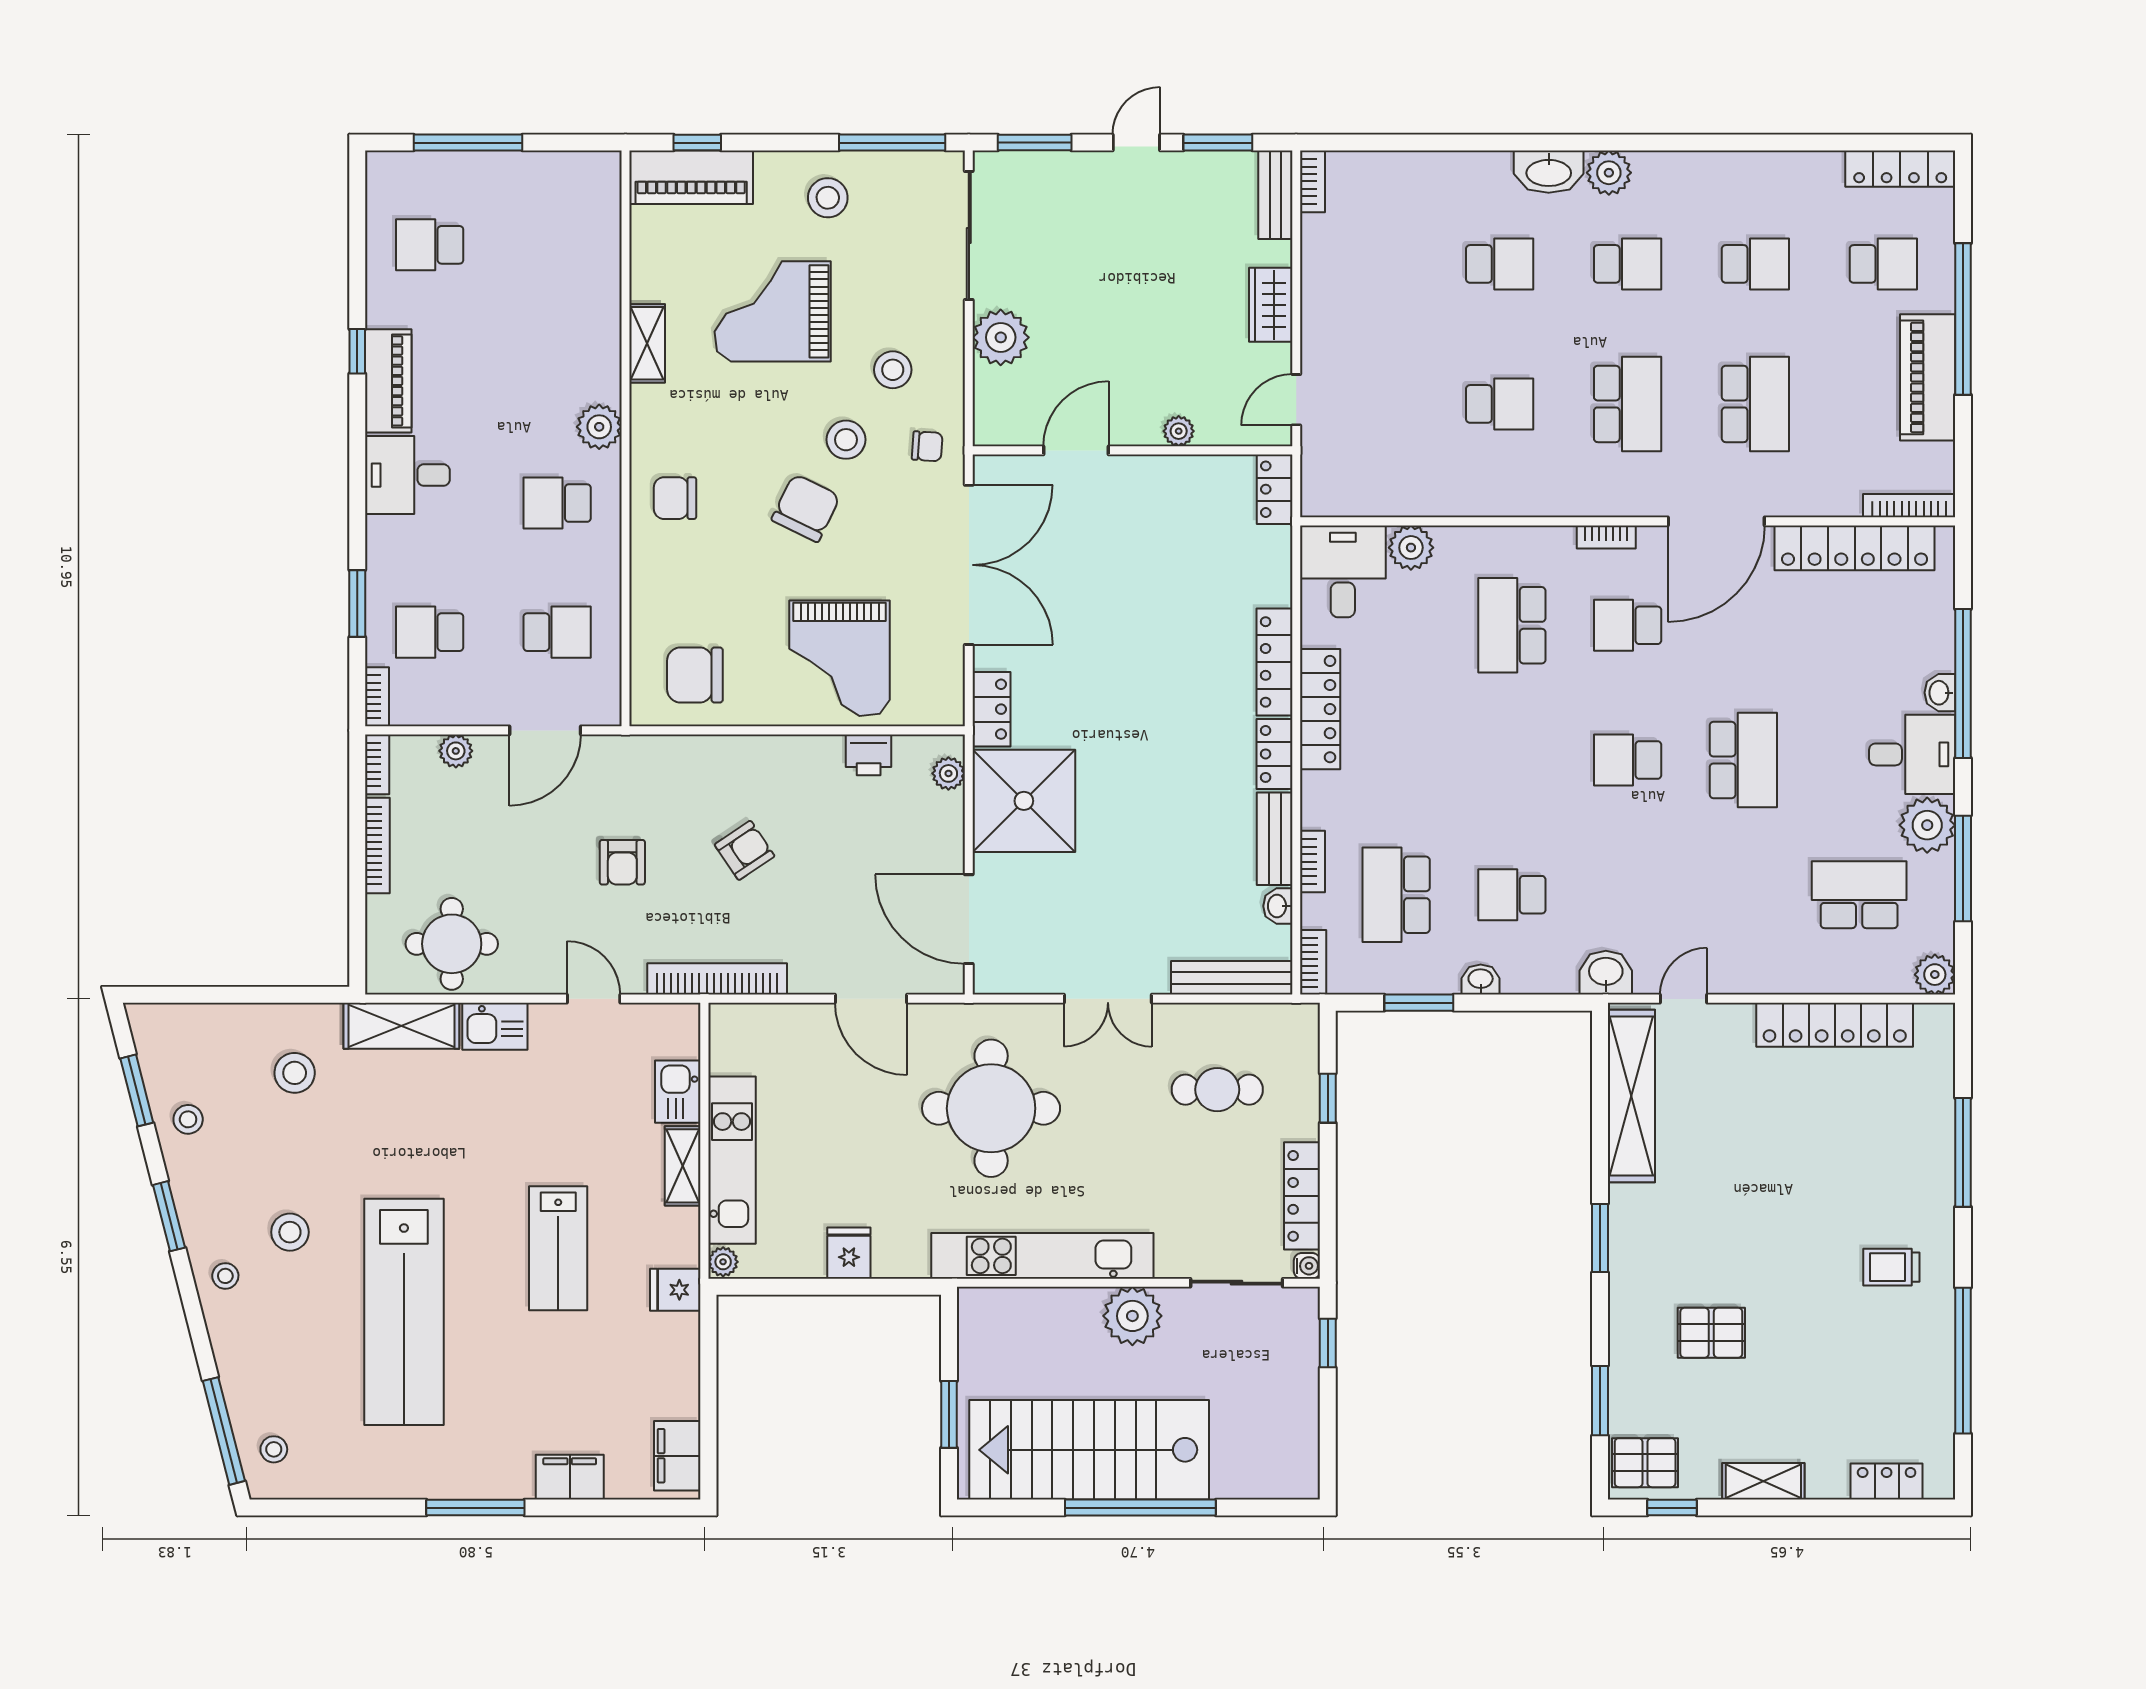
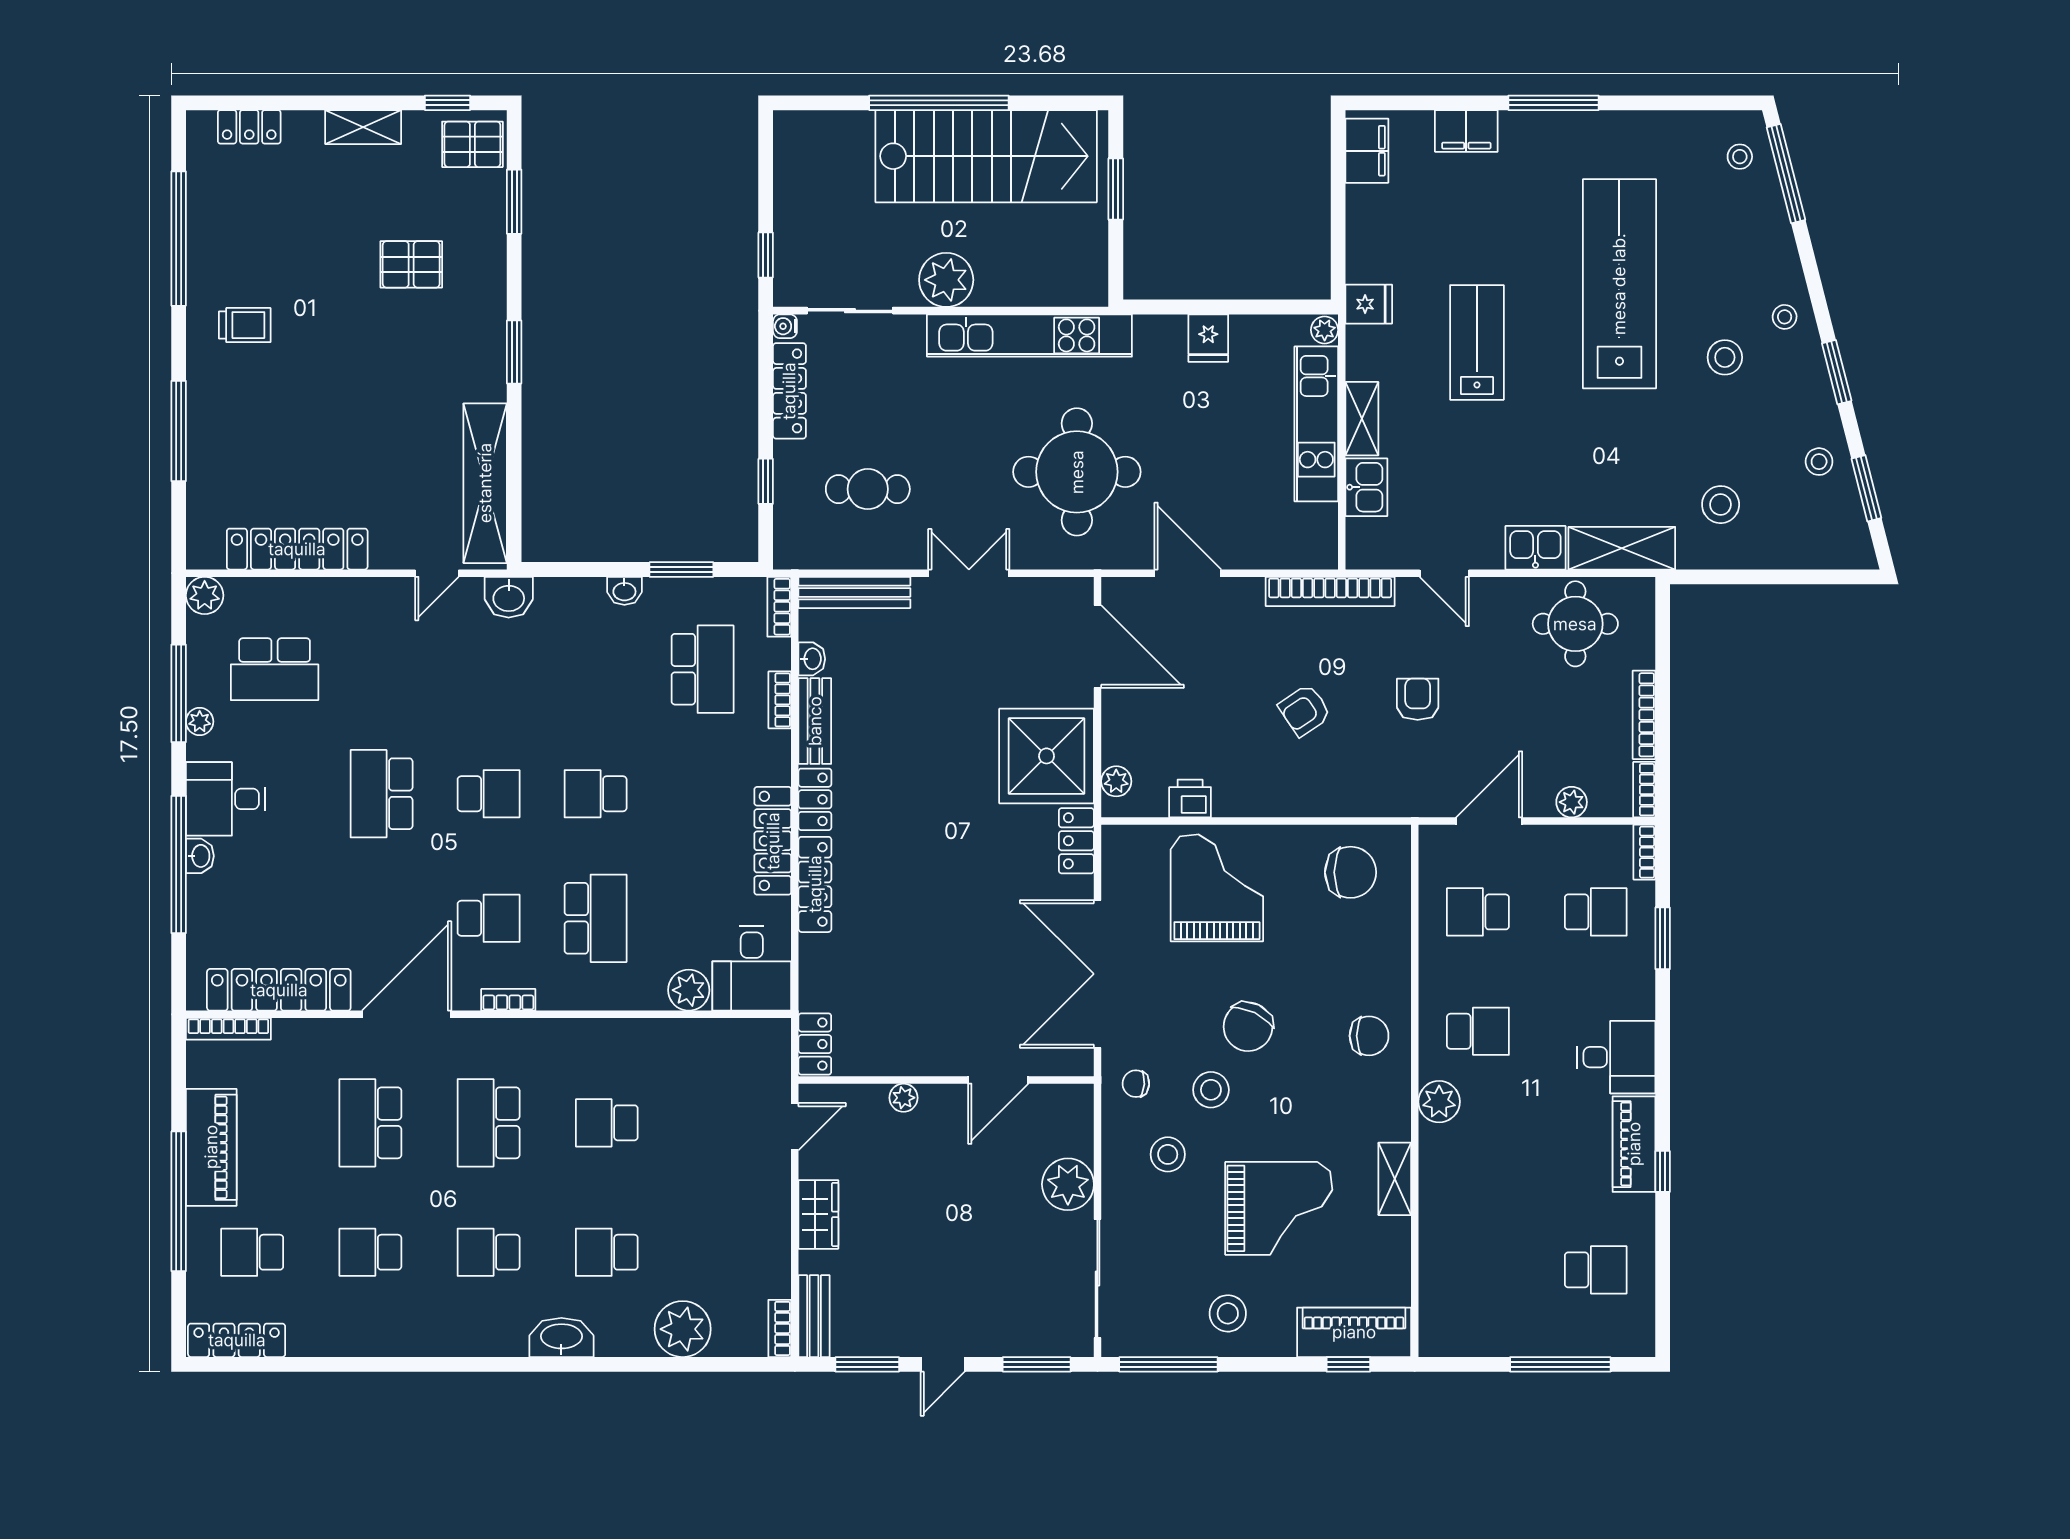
plant: (1609, 173) -> (683, 1329), moved, width x1.36, depth x1.36
plant: (1927, 825) -> (200, 722), width x0.53, depth x0.53
school desk: (1512, 895) -> (596, 794), moved, turned 180

